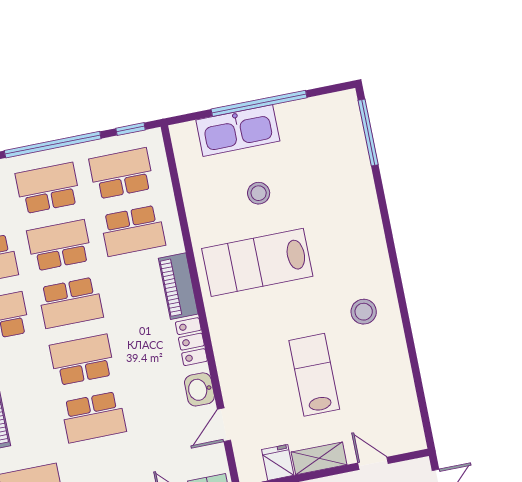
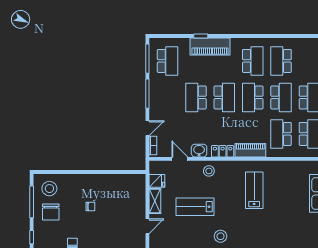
stool: (259, 193) -> (209, 171), moved
lab bench: (257, 262) -> (254, 190), width x0.73, depth x0.72
lab bench: (314, 375) -> (195, 207), turned 180

